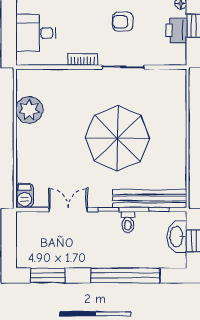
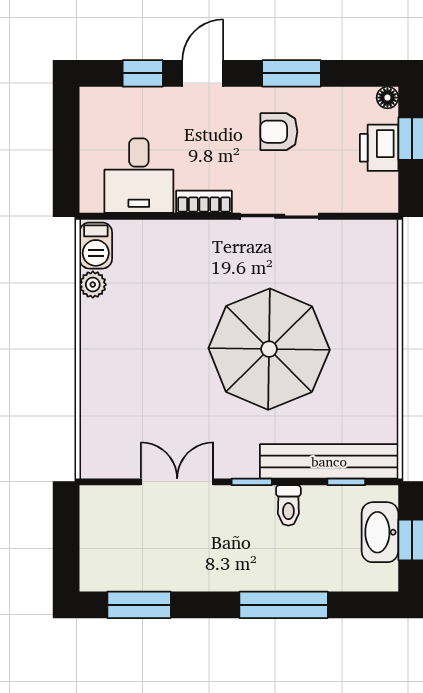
desk: (36, 33) -> (139, 176), moved, turned -90
plant: (29, 110) -> (93, 285), width x0.53, depth x0.53
barbecue: (25, 195) -> (96, 246), moved
window: (125, 275) -> (284, 605), width x0.68

